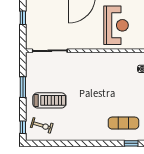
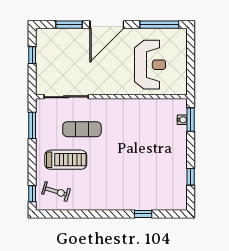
window: (23, 87) -> (32, 125), moved
exercise mat: (123, 123) -> (82, 129), moved
window: (131, 143) -> (143, 214), moved

